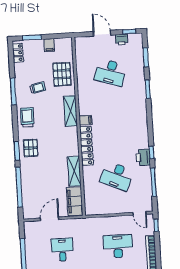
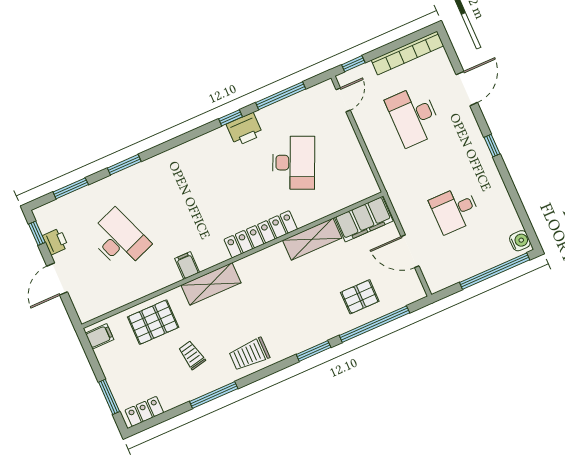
filing cabinet: (49, 45) -> (99, 336), moved
desk: (110, 72) -> (119, 240), turned -39
filing cabinet: (85, 120) -> (187, 266), moved
pallet: (31, 148) -> (360, 297), moved

